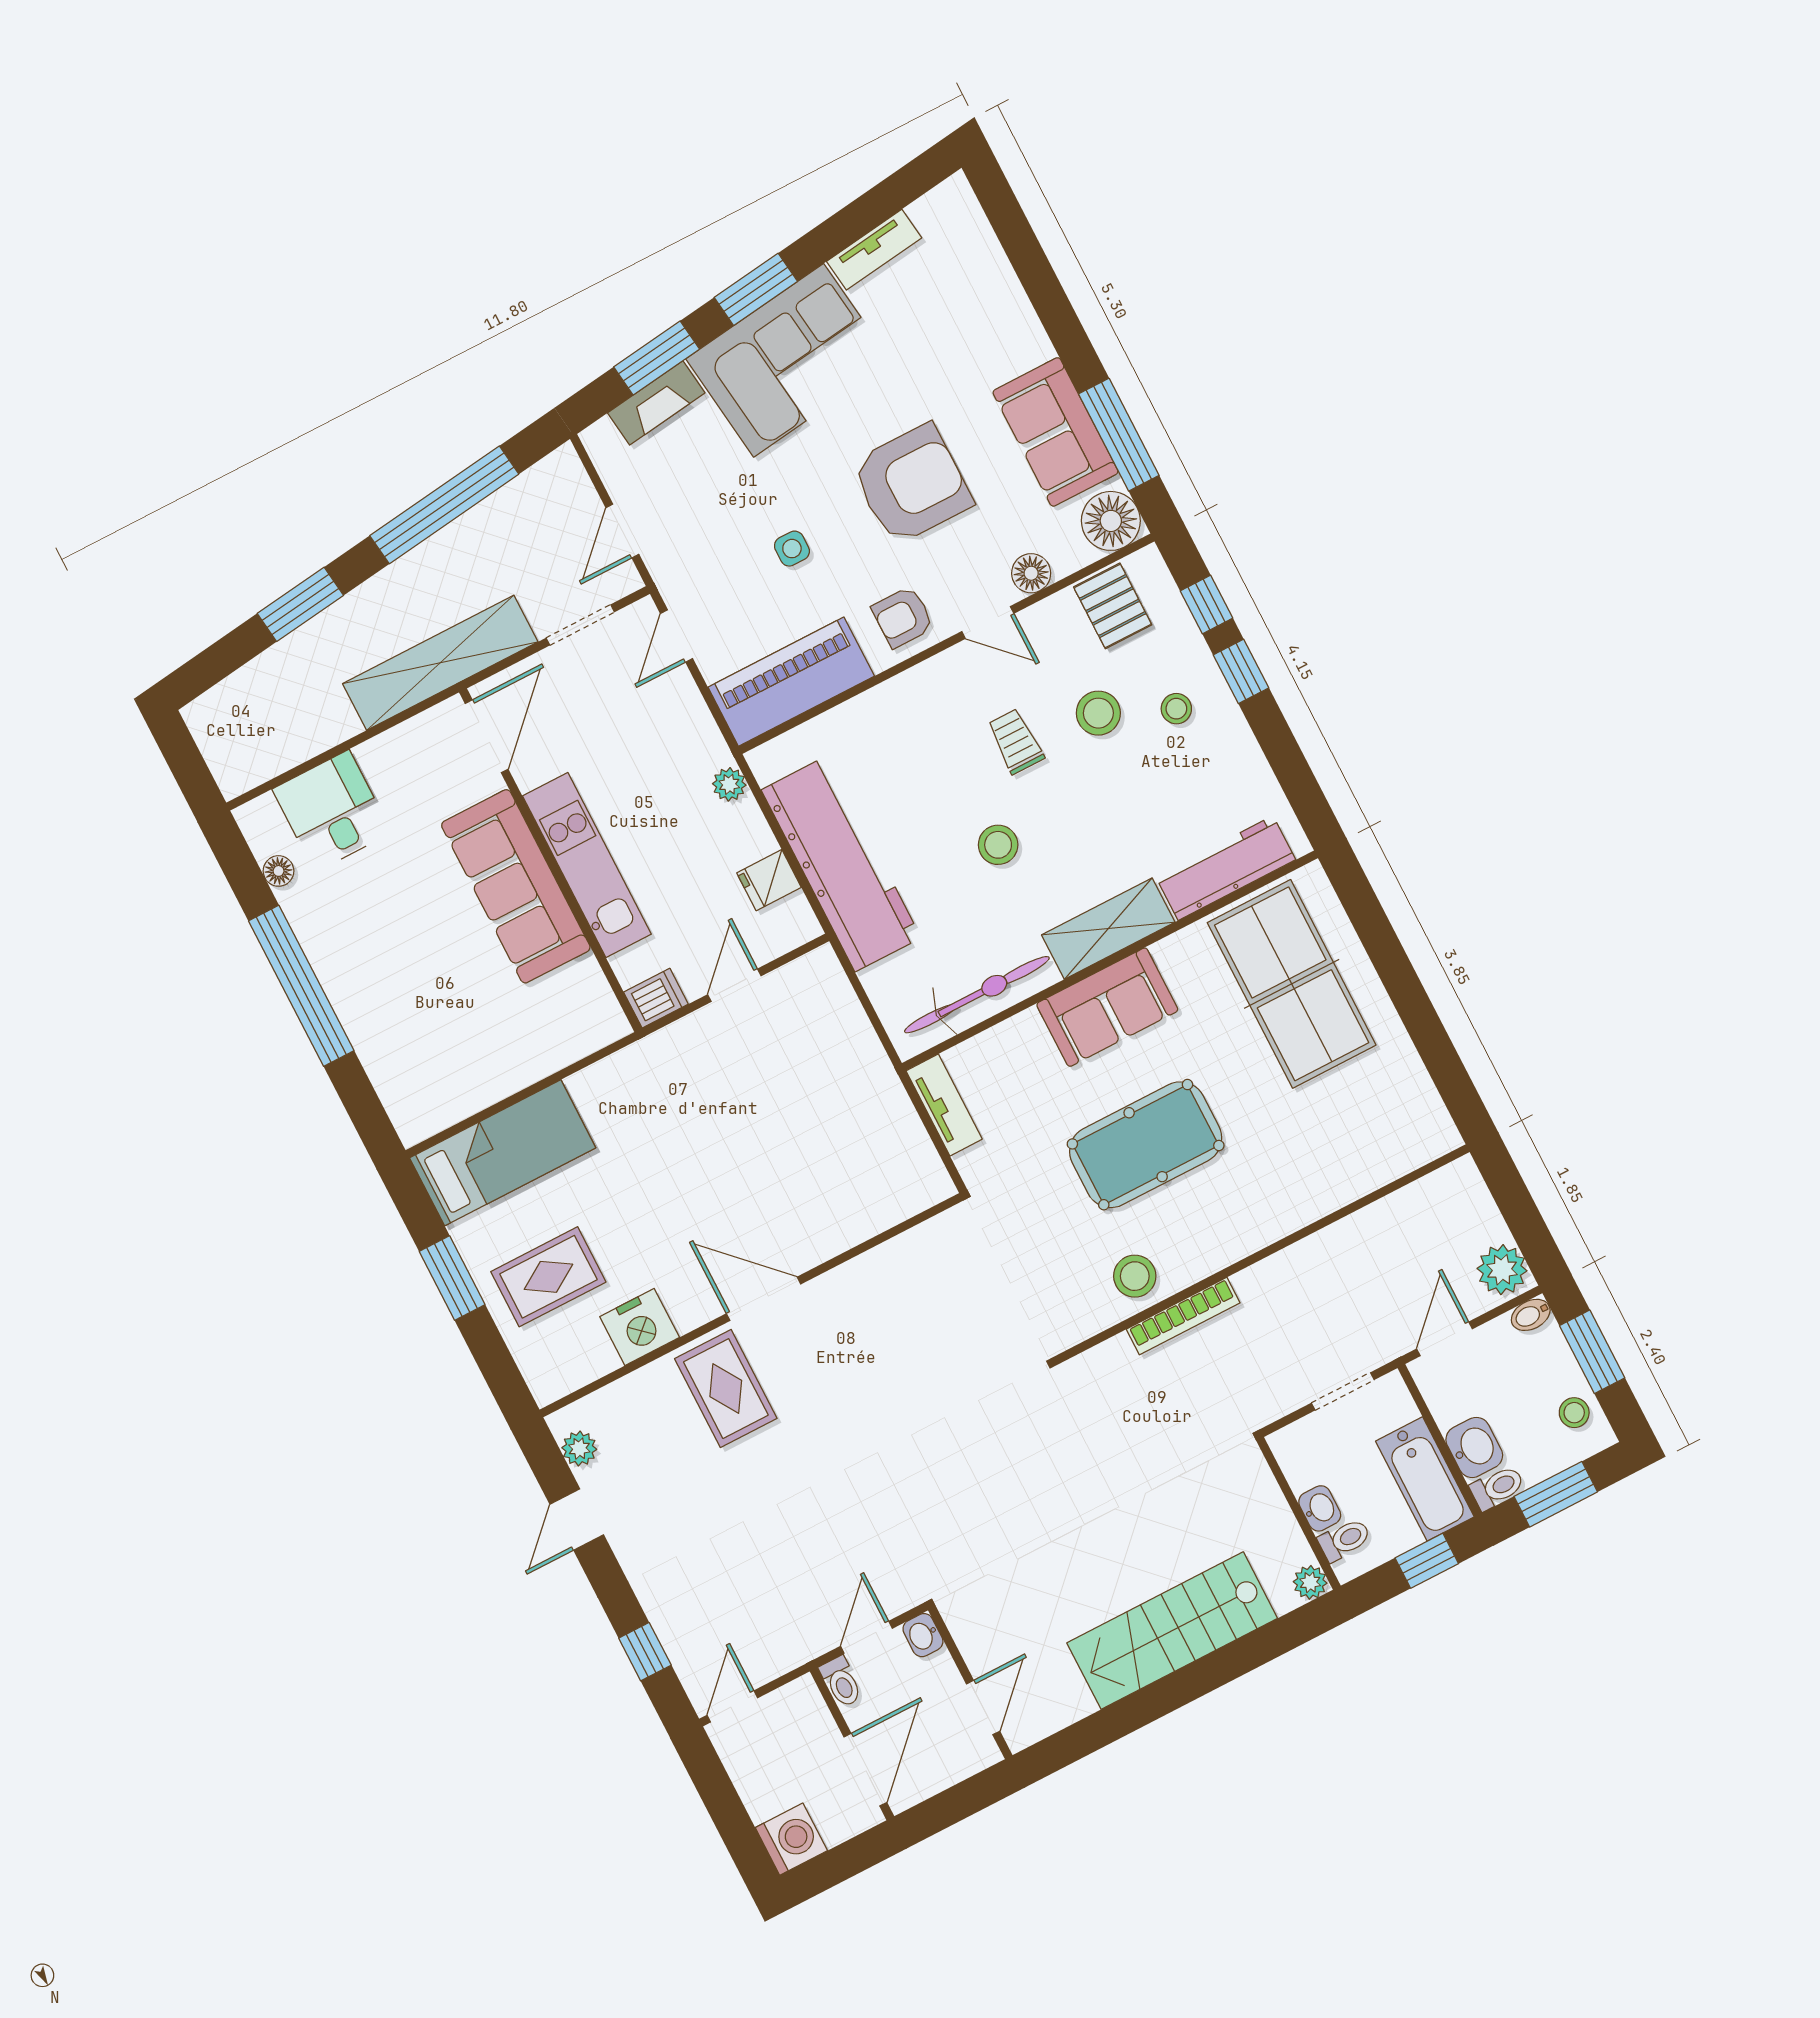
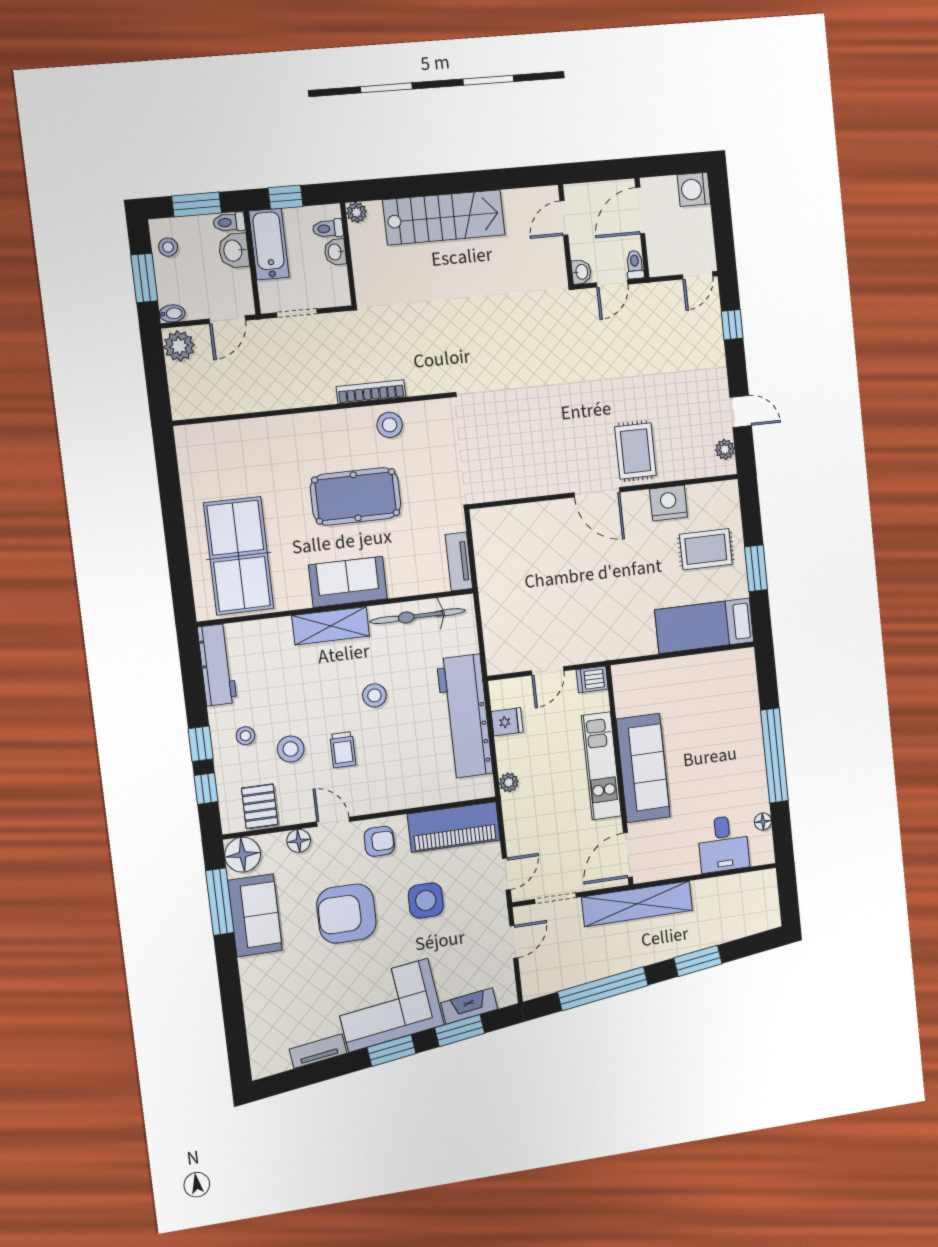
side table: (792, 549) -> (426, 900), width x1.87, depth x1.87
workbench: (1226, 868) -> (217, 665), moved, turned -90
door: (577, 1519) -> (741, 411), hinge flipped

